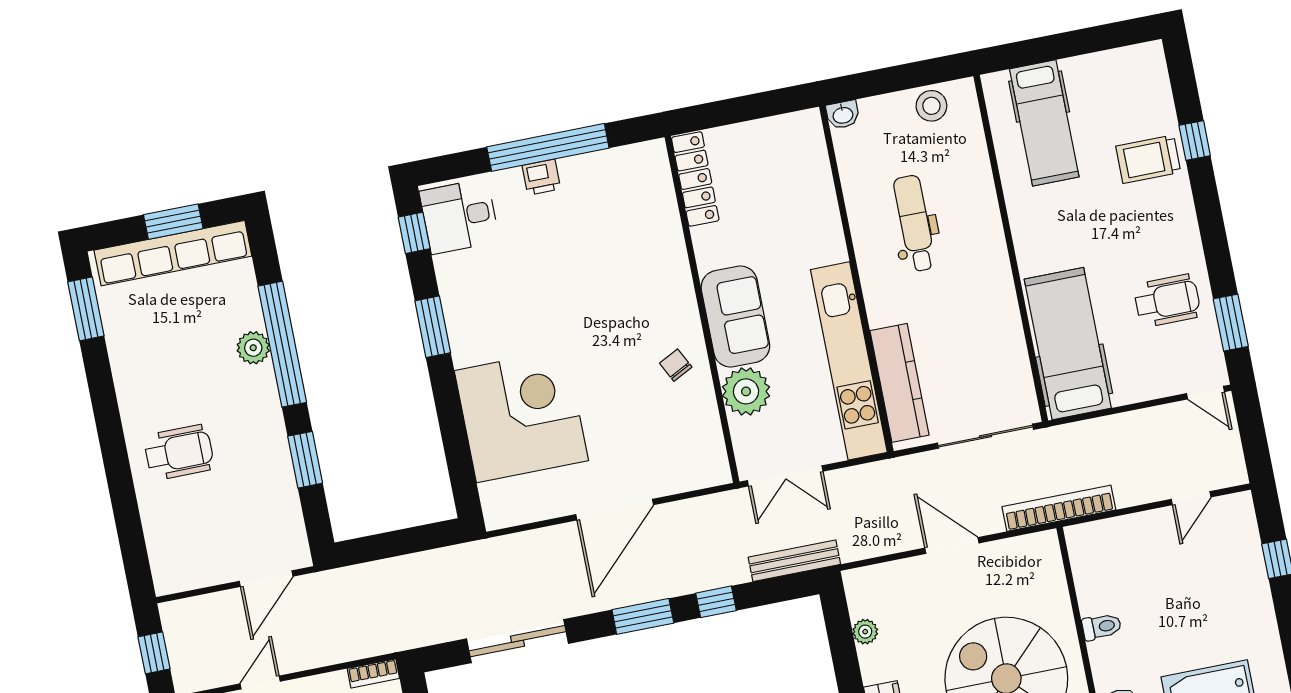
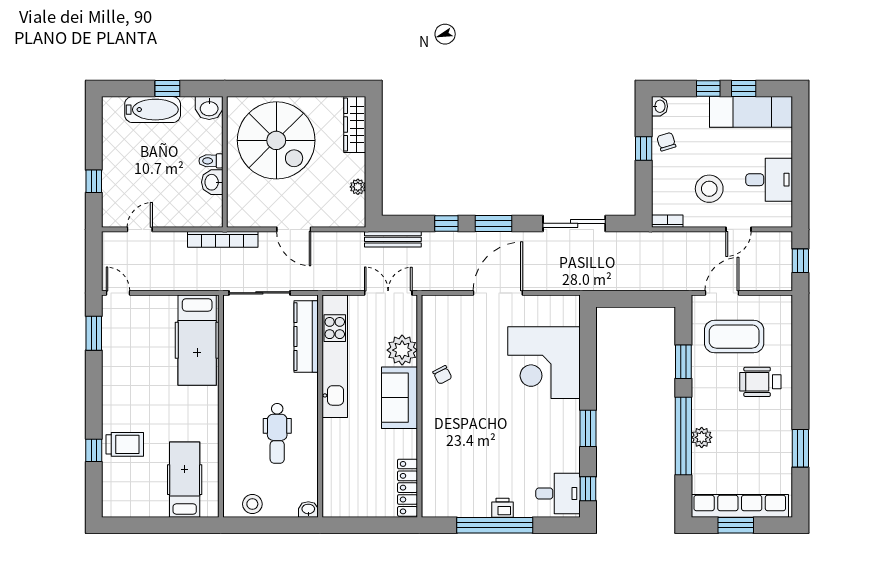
wheelchair: (1167, 301) -> (130, 355), removed
window: (86, 309) -> (800, 448), moved
coffee table: (234, 515) -> (734, 337), added
washbasin: (1093, 594) -> (212, 182), added

